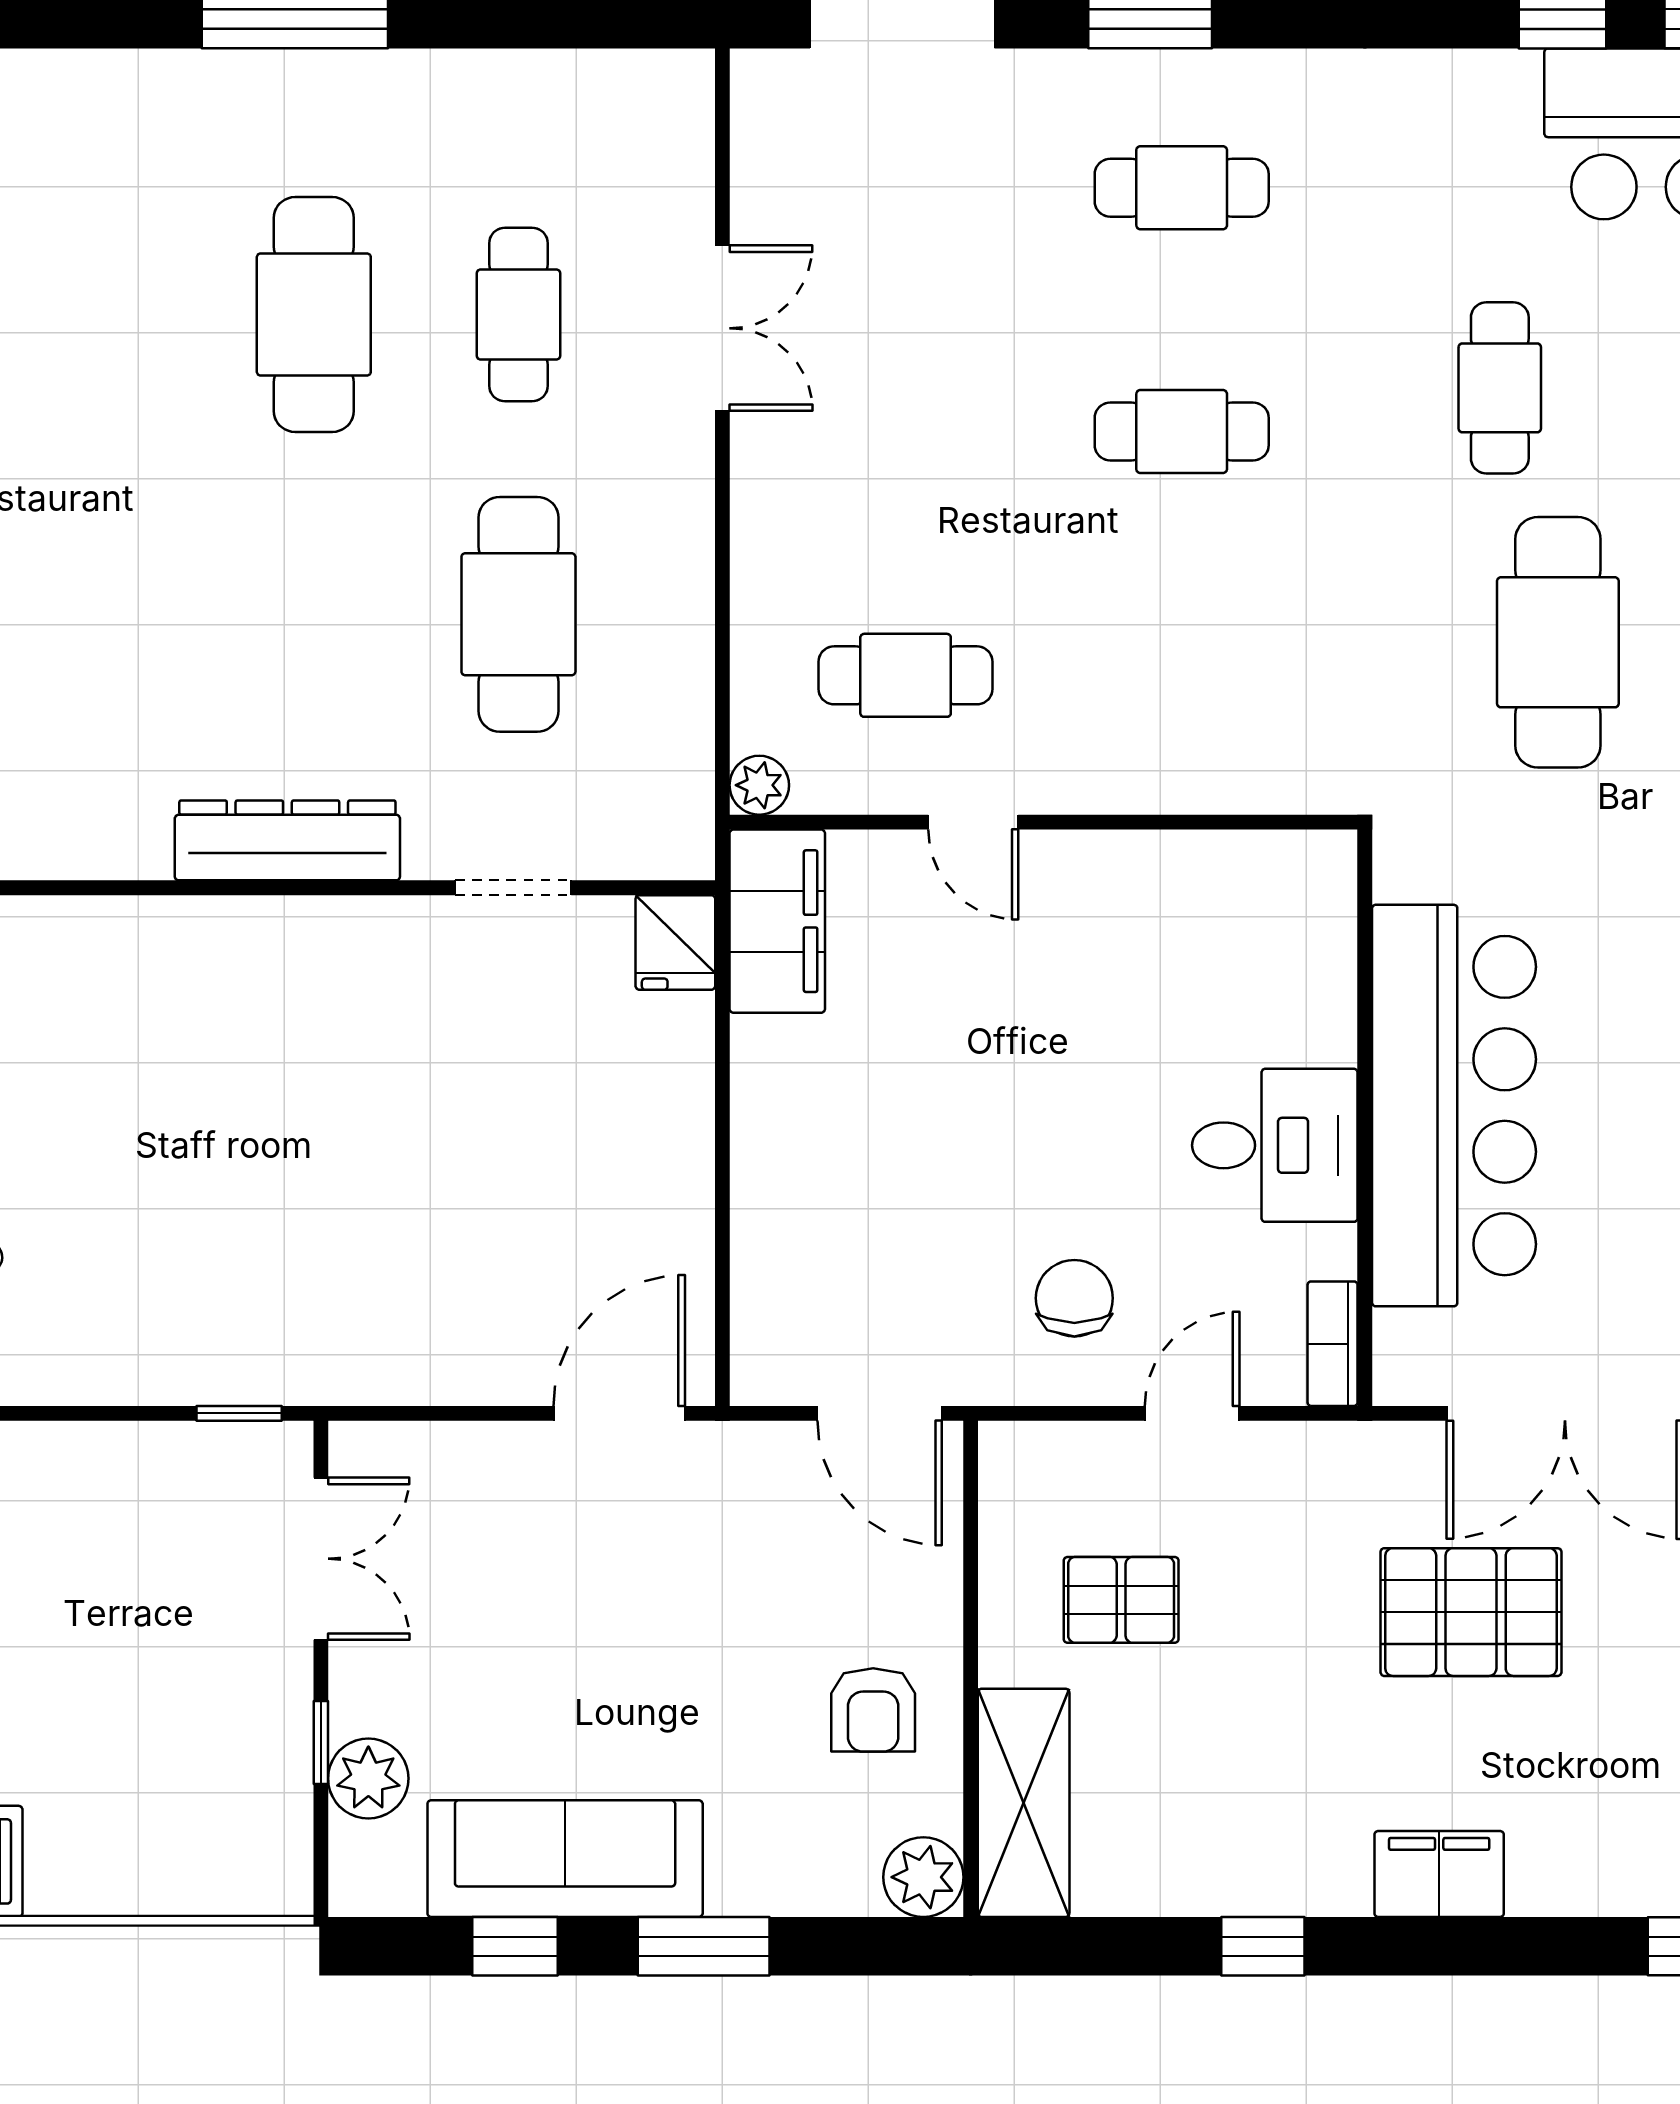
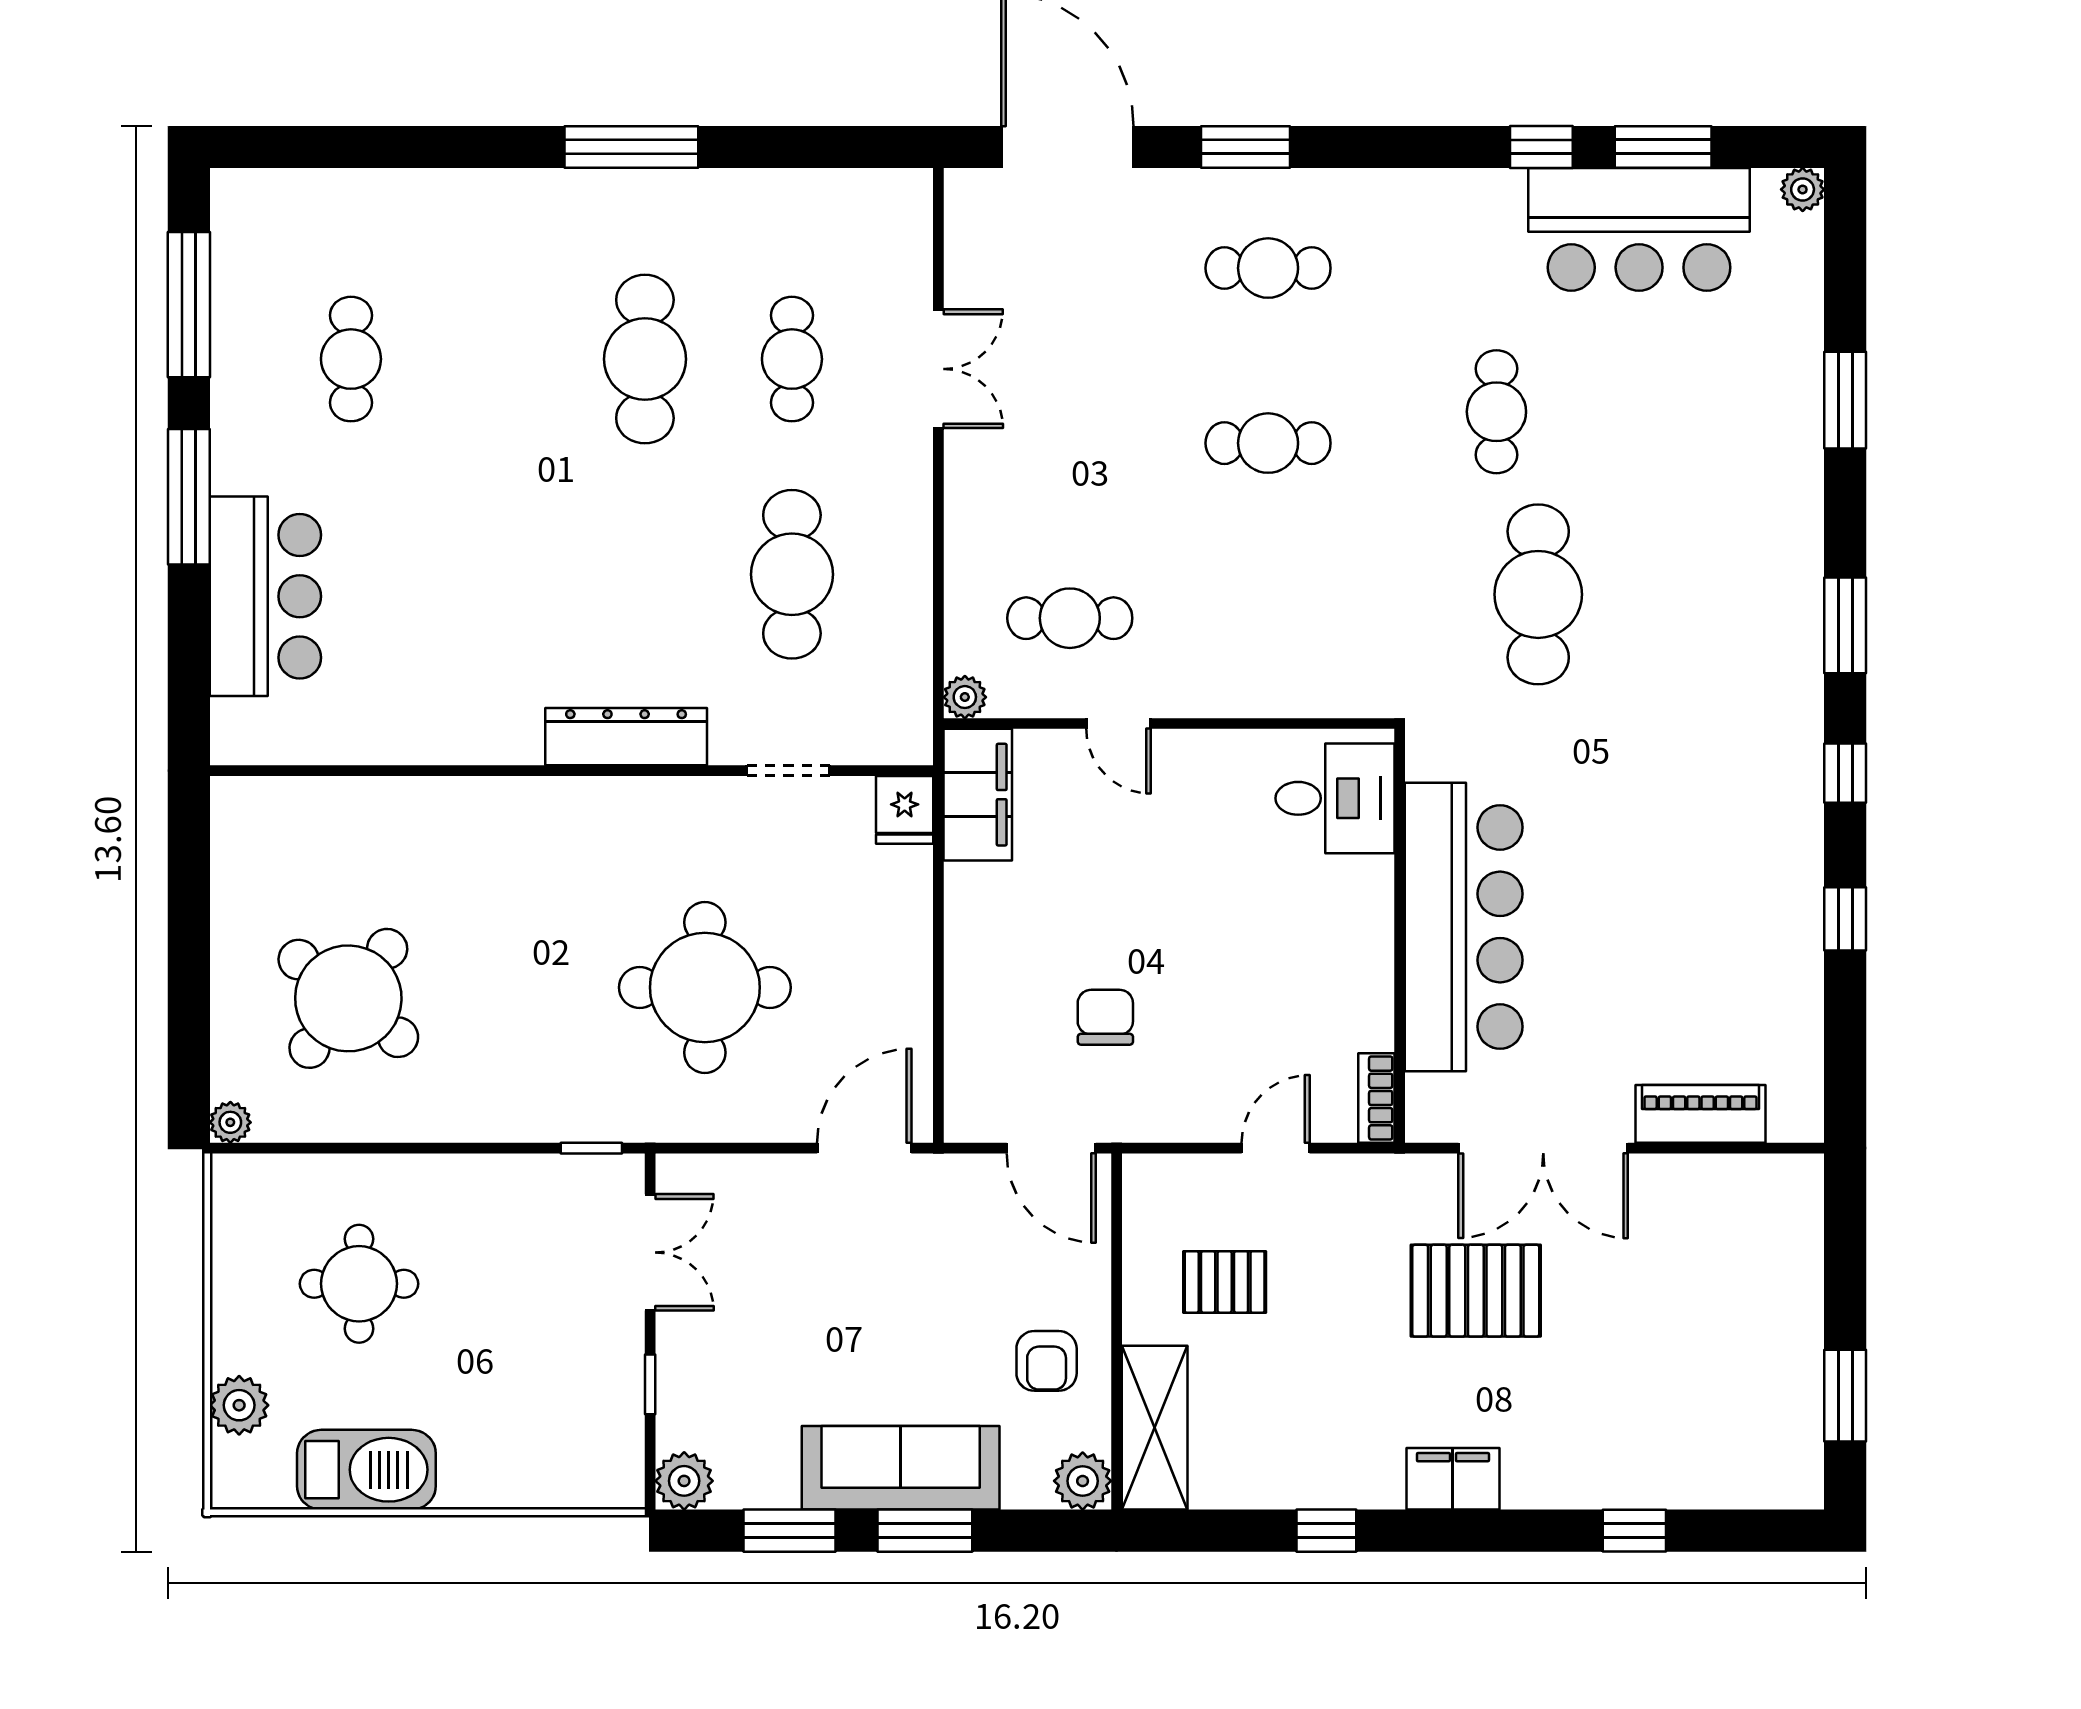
desk: (1275, 1145) -> (1335, 798), moved
round table: (397, 1190) -> (705, 987), added
chair: (1074, 1298) -> (1105, 1017), moved
plant: (368, 1778) -> (684, 1481), moved
sofa: (565, 1859) -> (901, 1468), moved
window: (515, 1946) -> (789, 1531), width x1.50

